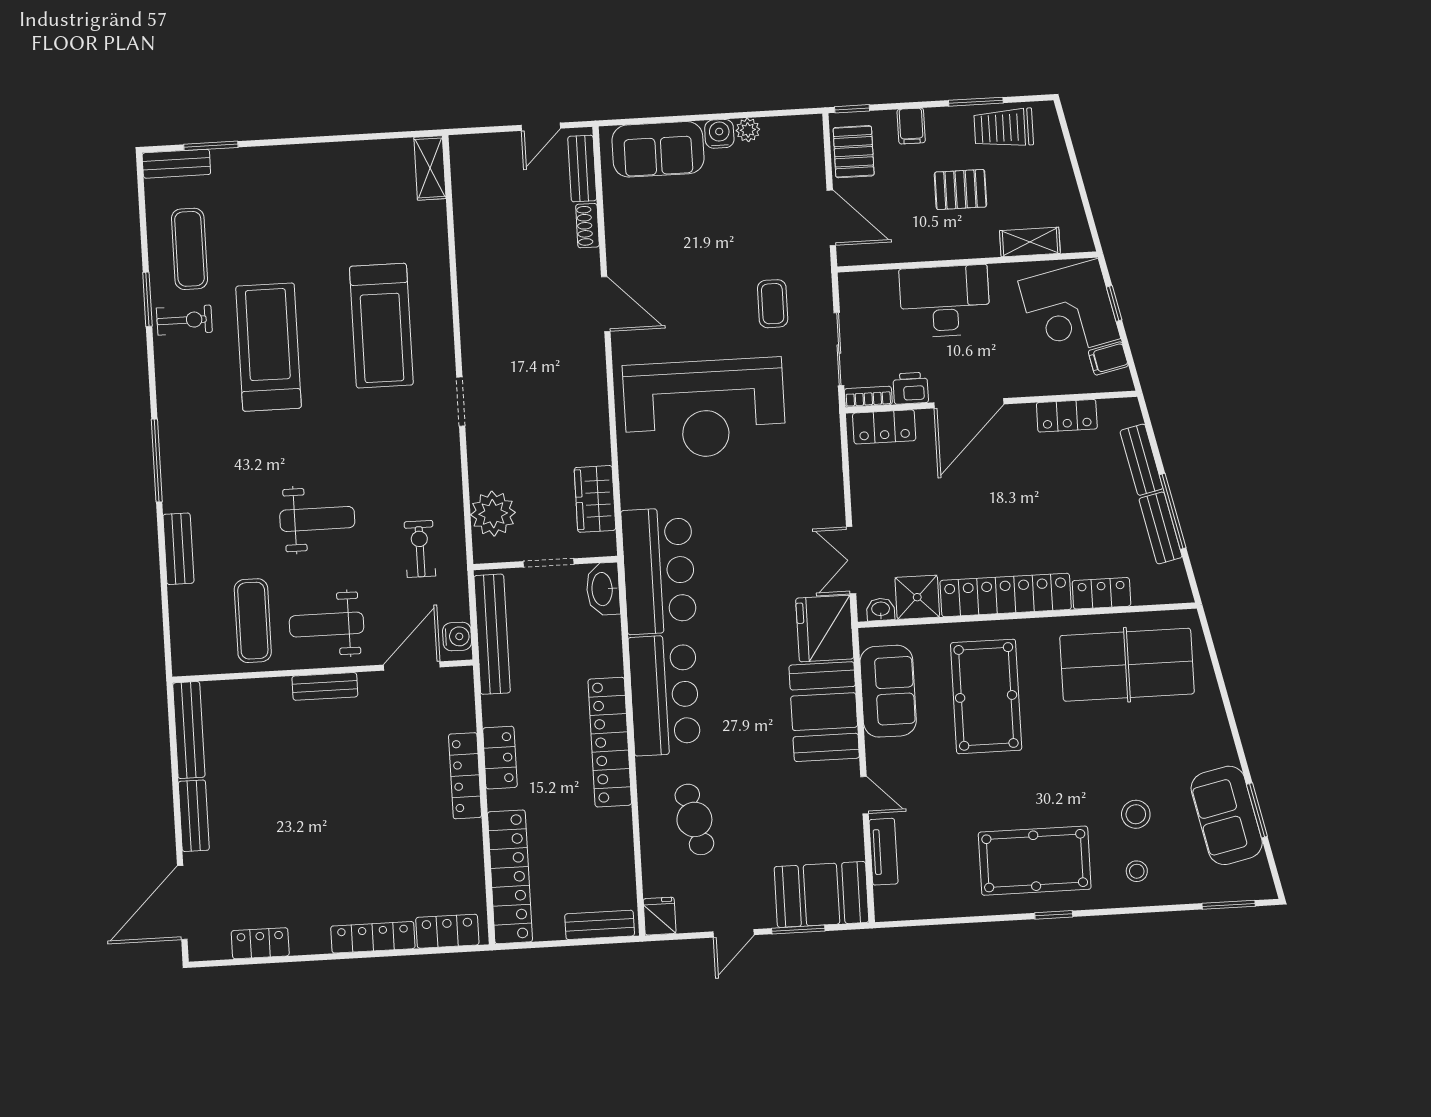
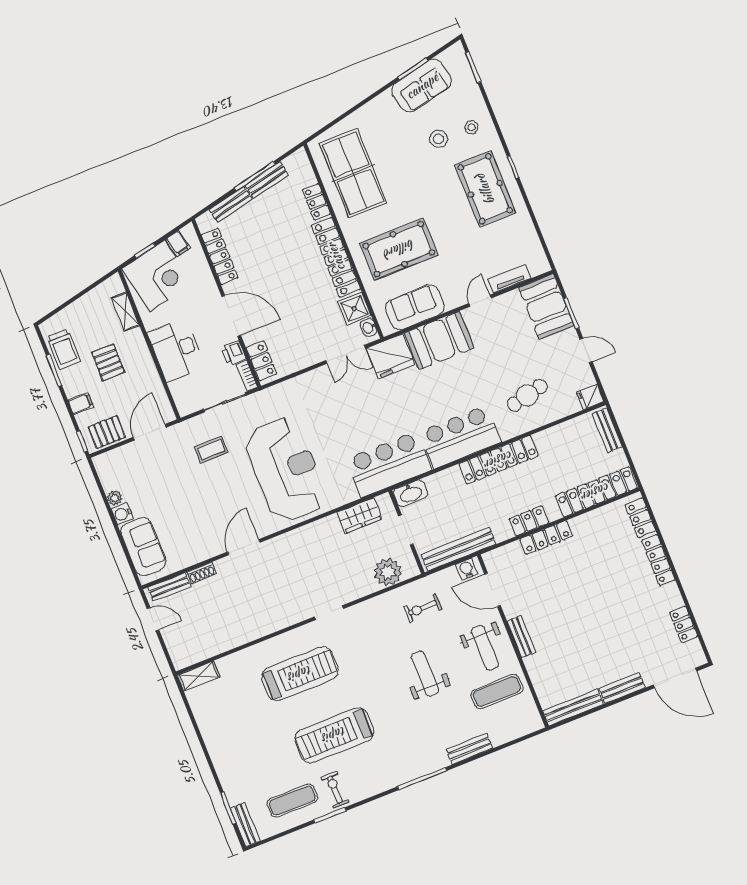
locker: (1067, 416) -> (219, 256), width x1.53

